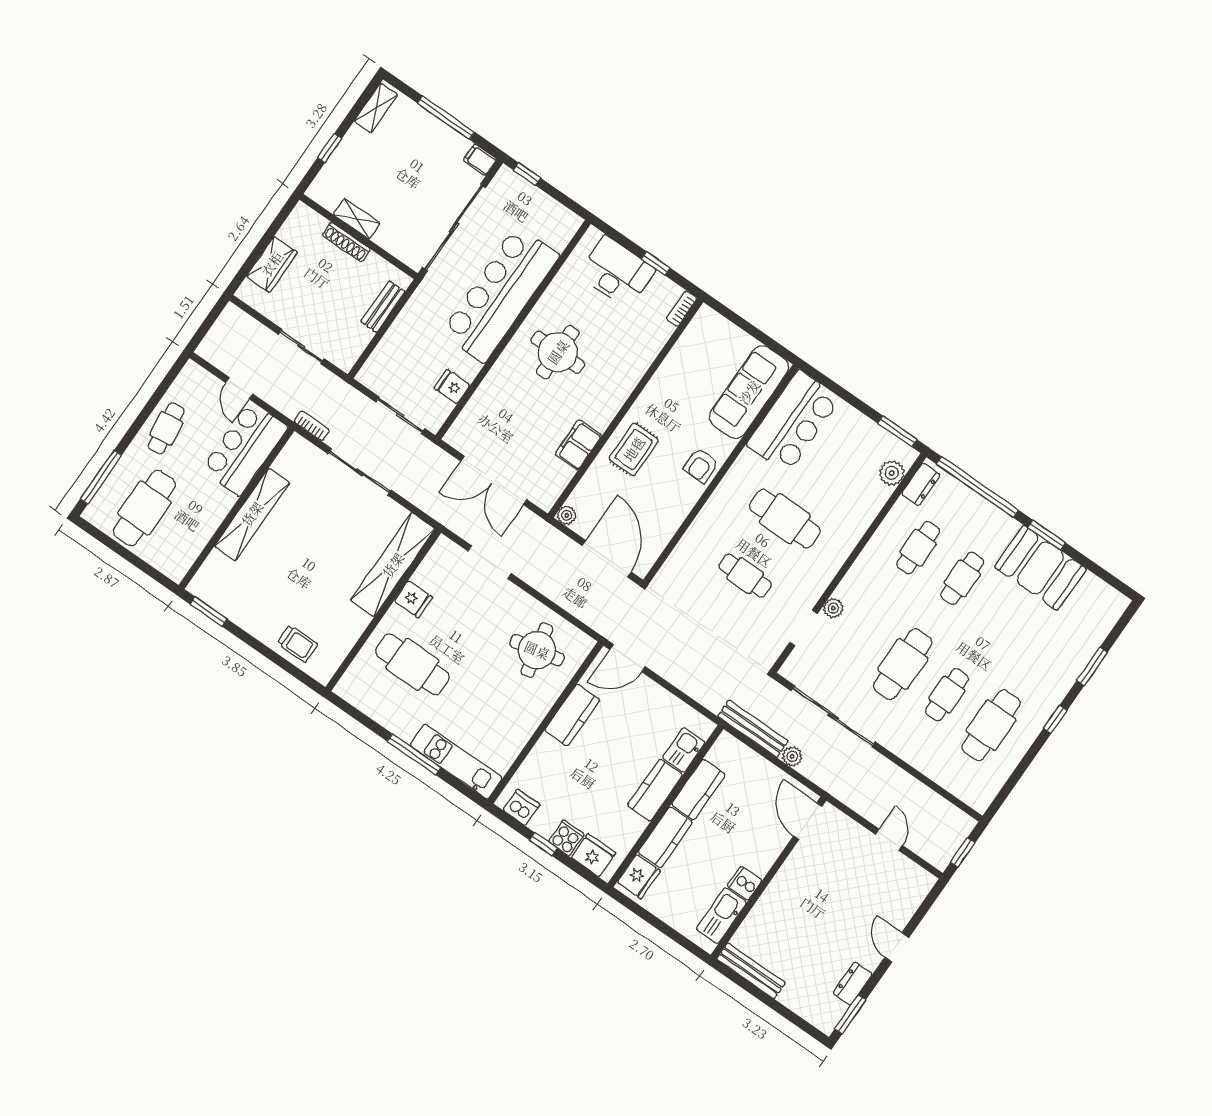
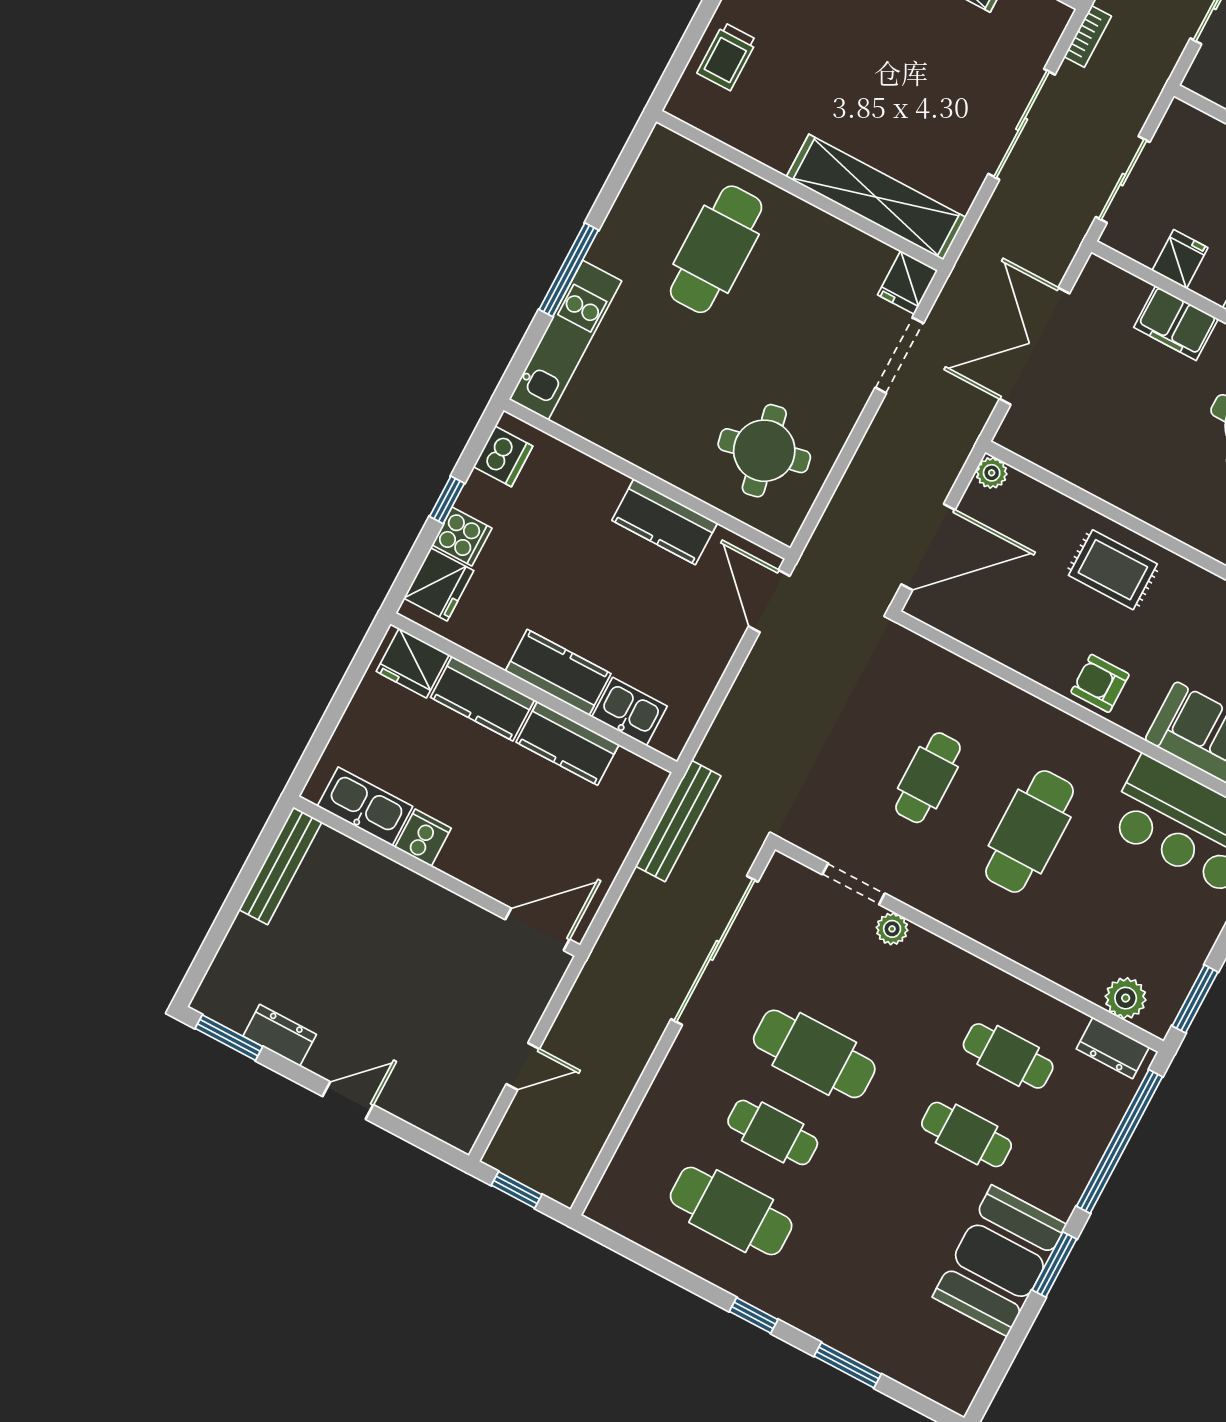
filing cabinet: (578, 445) -> (1176, 323), moved, turned 180
fridge: (413, 599) -> (908, 283), moved
plant: (792, 756) -> (641, 891), removed

